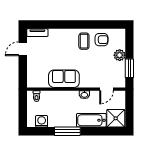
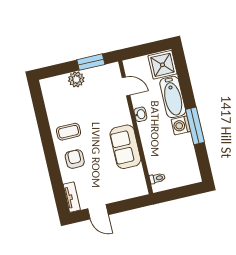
armchair: (101, 40) -> (75, 159), moved
washing machine: (42, 121) -> (181, 125), moved

